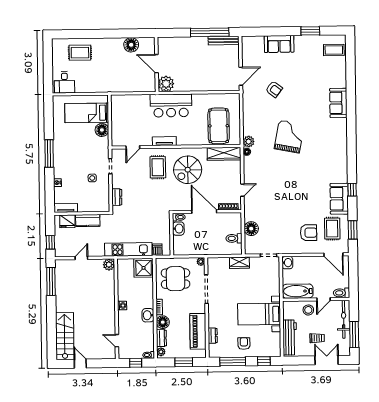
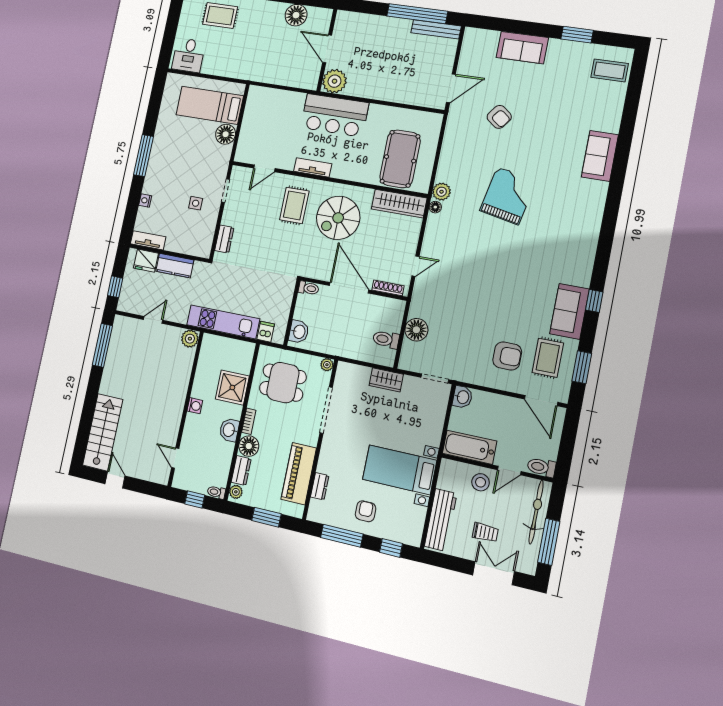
washbasin: (178, 229) -> (299, 332), moved
shower: (144, 268) -> (232, 388), moved

